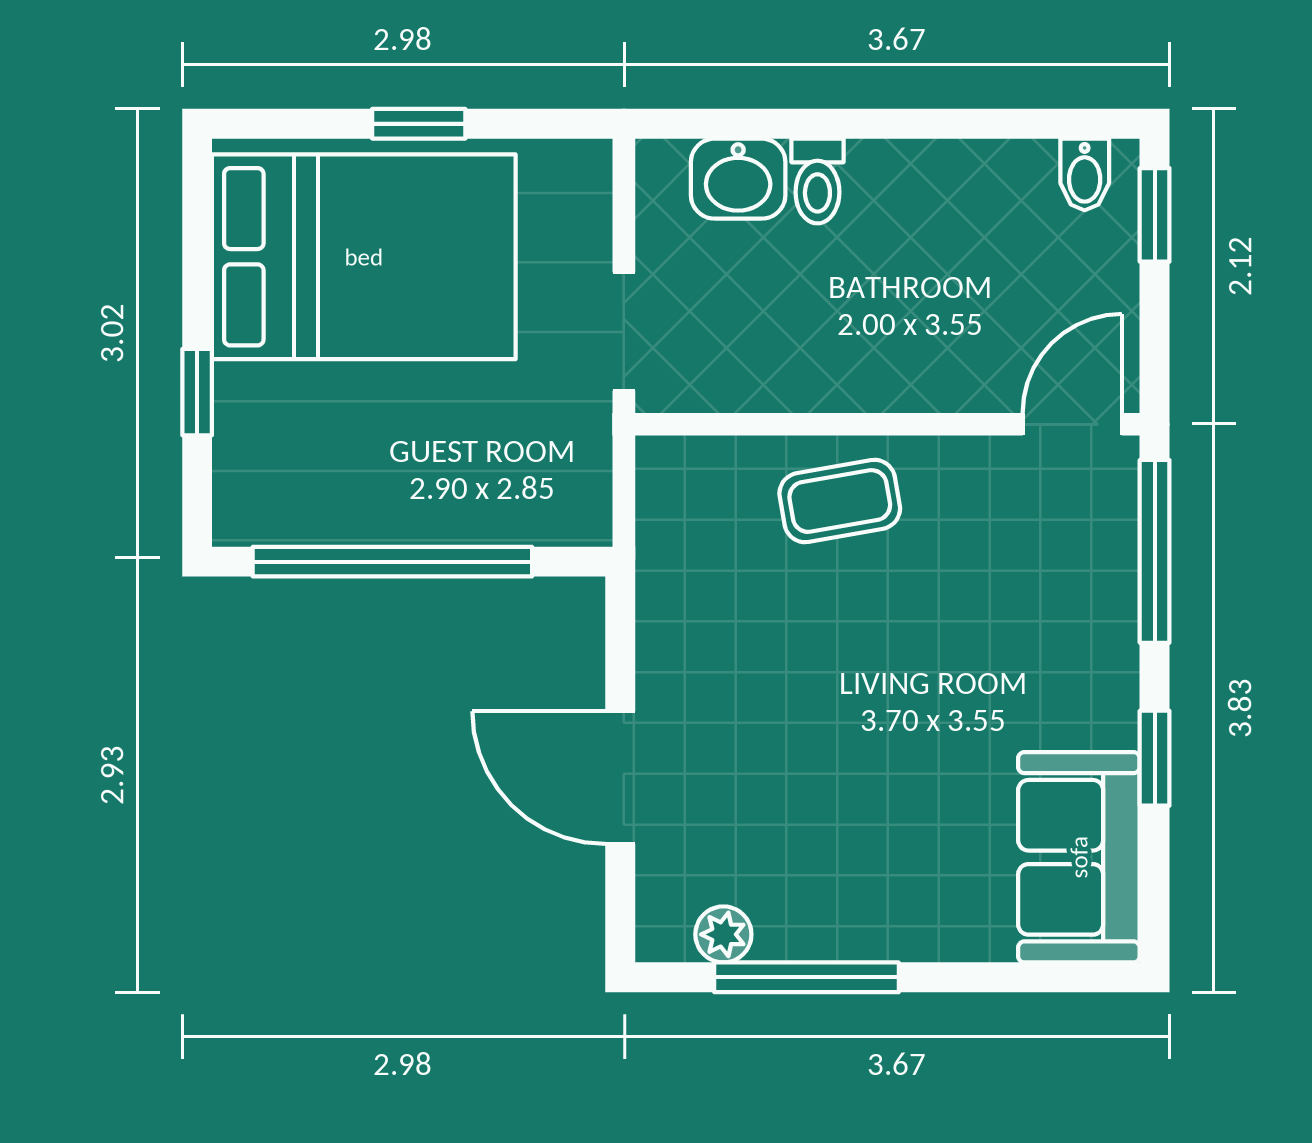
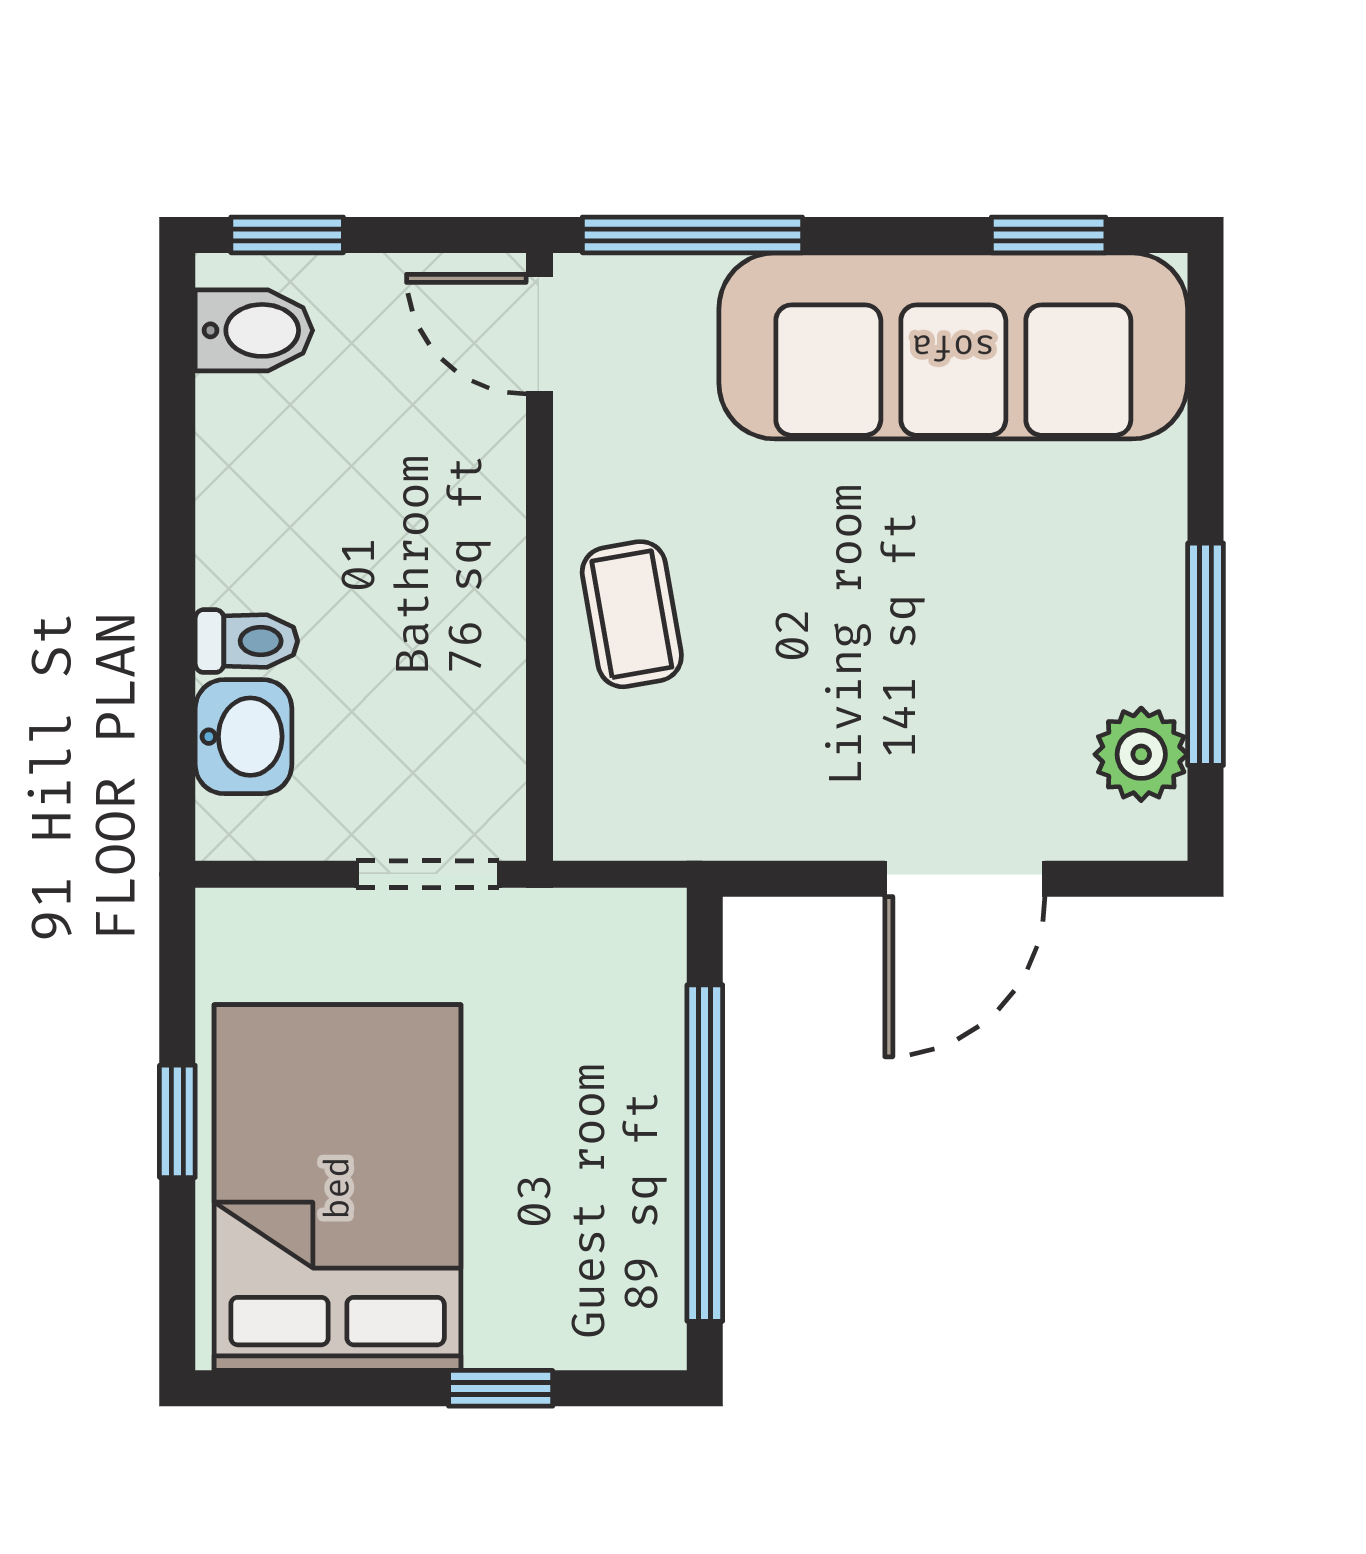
bidet: (1085, 174) -> (254, 330), width x1.38, depth x1.36
window: (1155, 758) -> (1049, 235), moved
sofa: (1079, 857) -> (953, 346), width x1.85, depth x1.27
plant: (723, 934) -> (1141, 754), width x1.38, depth x1.38

